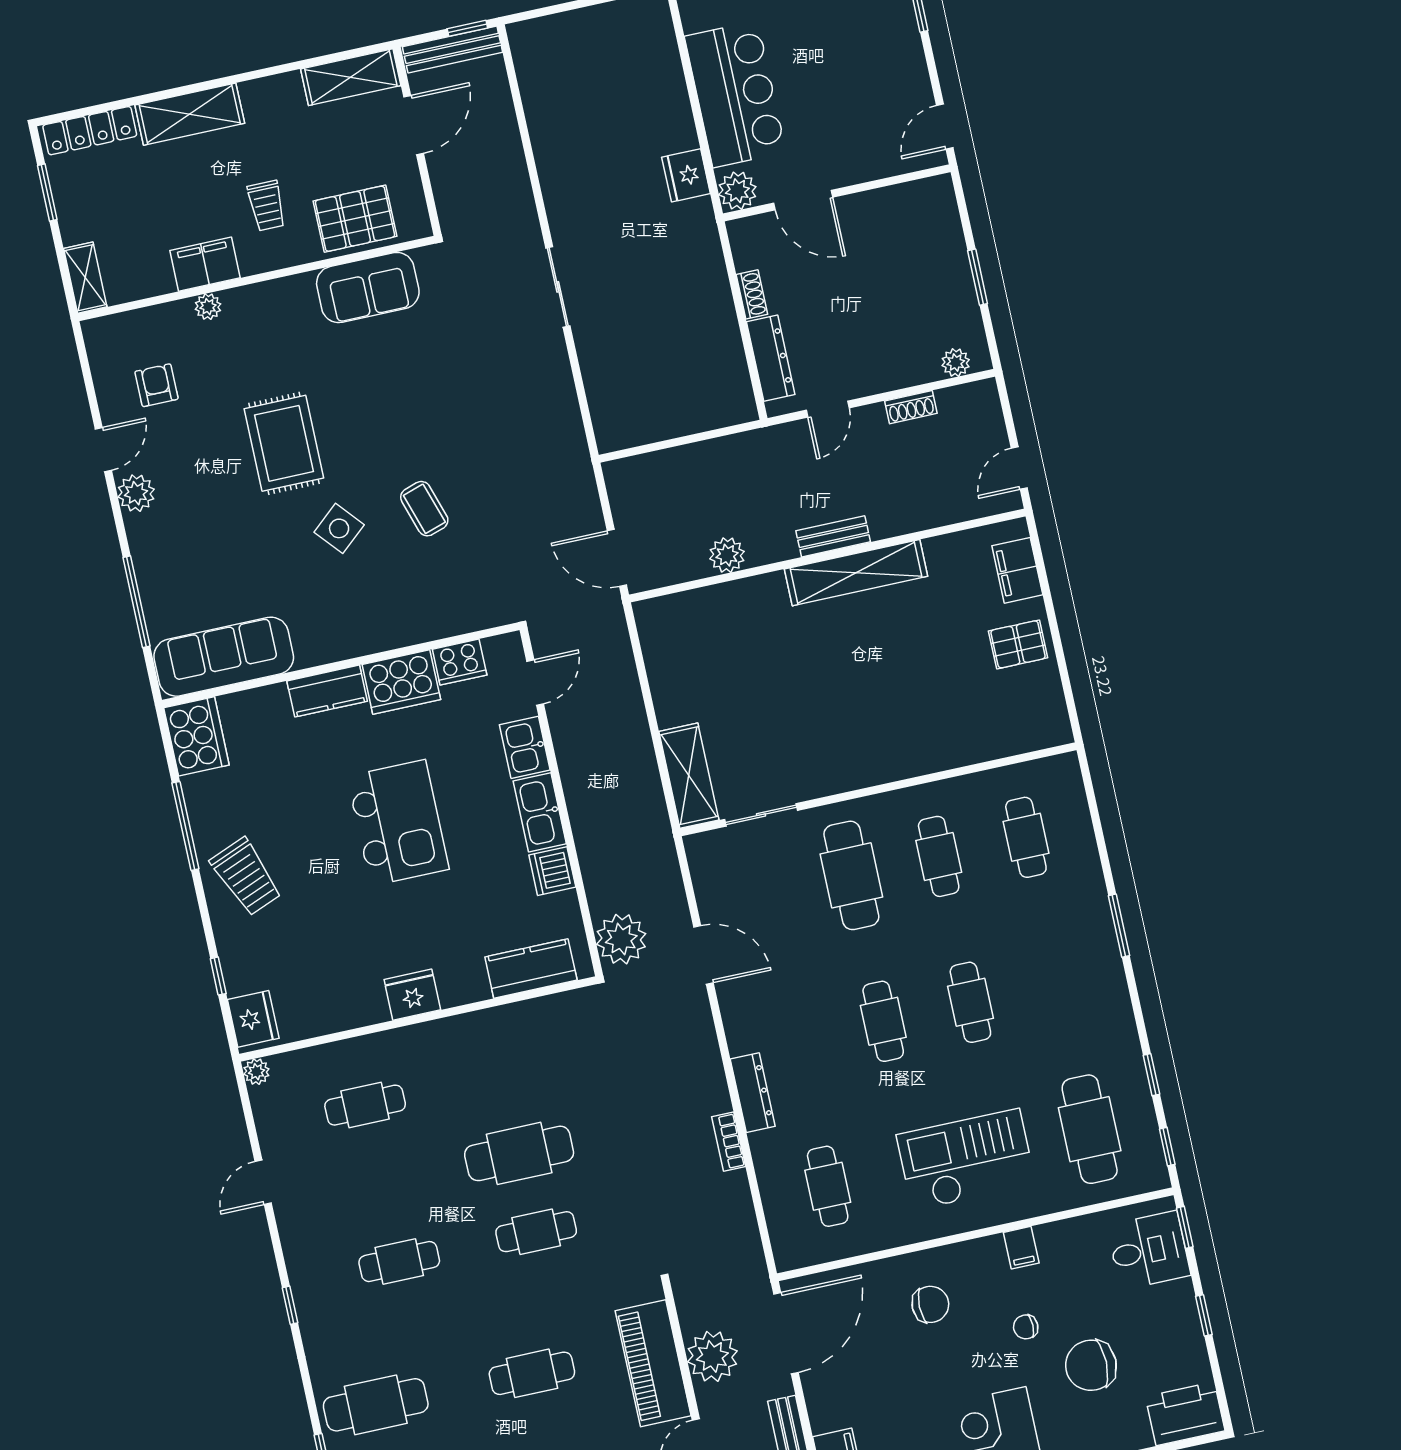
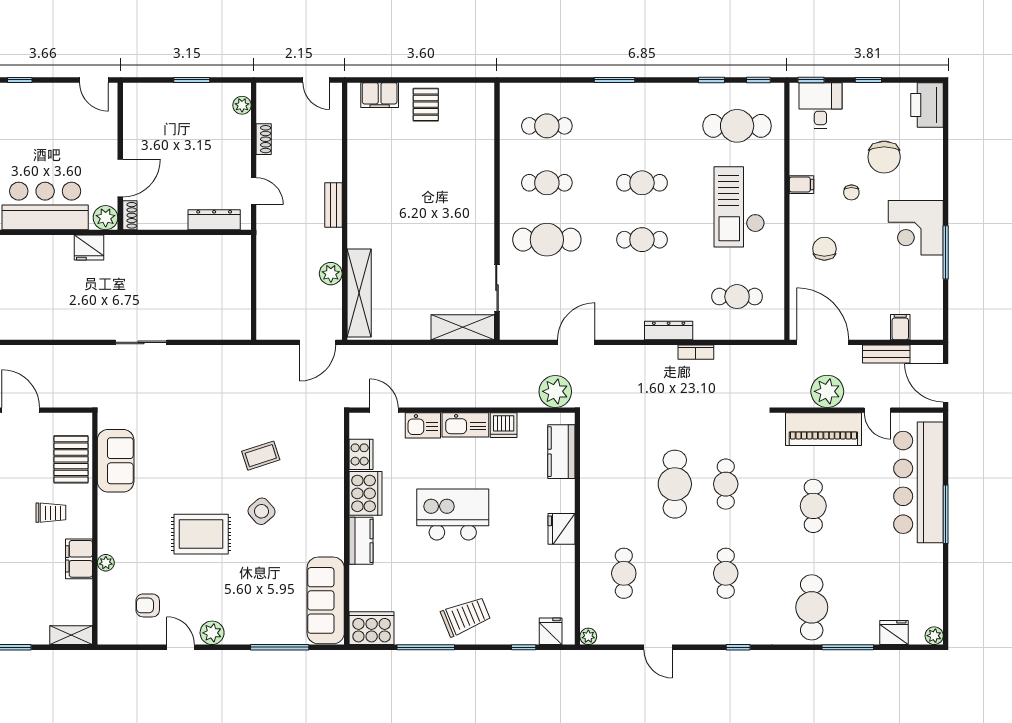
shoe rack: (752, 294) -> (130, 215), moved, turned 90
shelving: (856, 573) -> (359, 293), moved
fridge: (253, 1019) -> (551, 631), width x0.72

